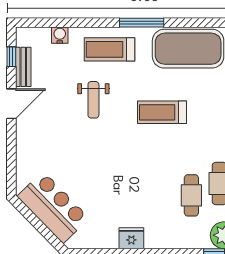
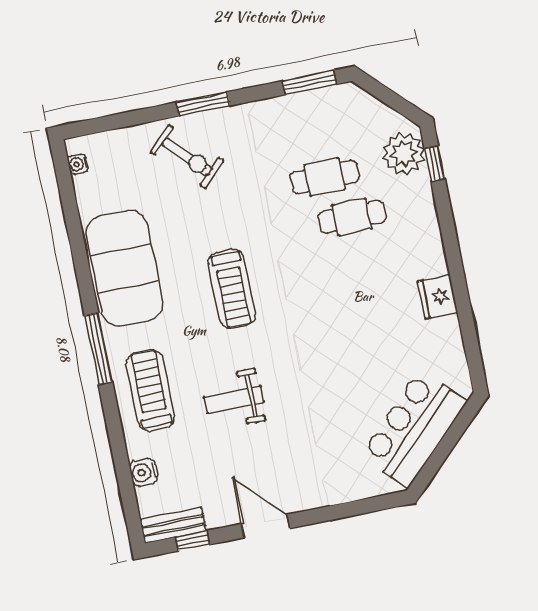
treadmill: (109, 49) -> (150, 390), turned 180
bench: (23, 67) -> (173, 525), moved
weight bench: (93, 100) -> (234, 400), turned 180

